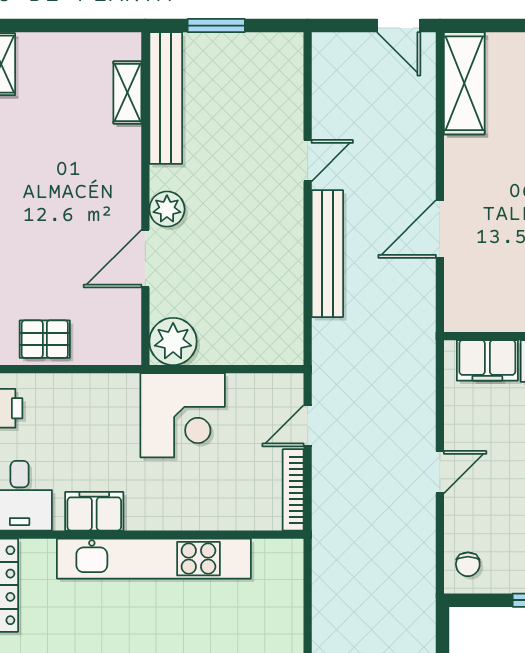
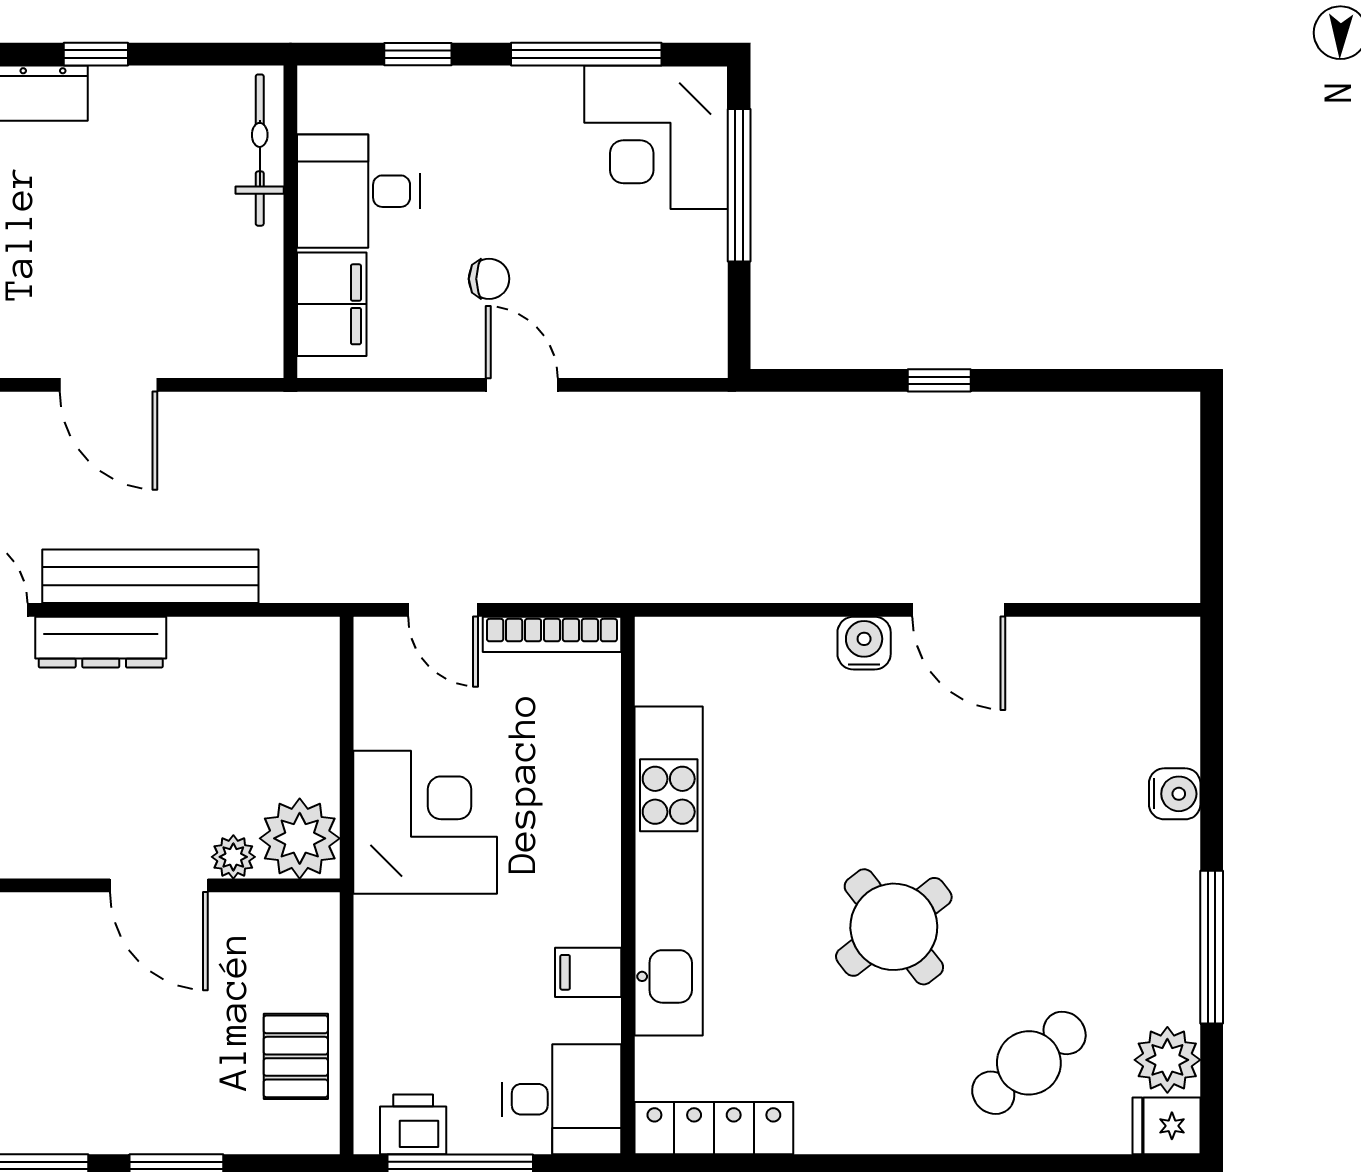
plant: (167, 209) -> (233, 857), moved, width x0.73, depth x0.73
dresser: (289, 224) -> (101, 642), added
filing cabinet: (94, 511) -> (588, 972), width x0.50
chair: (468, 564) -> (489, 279), moved

